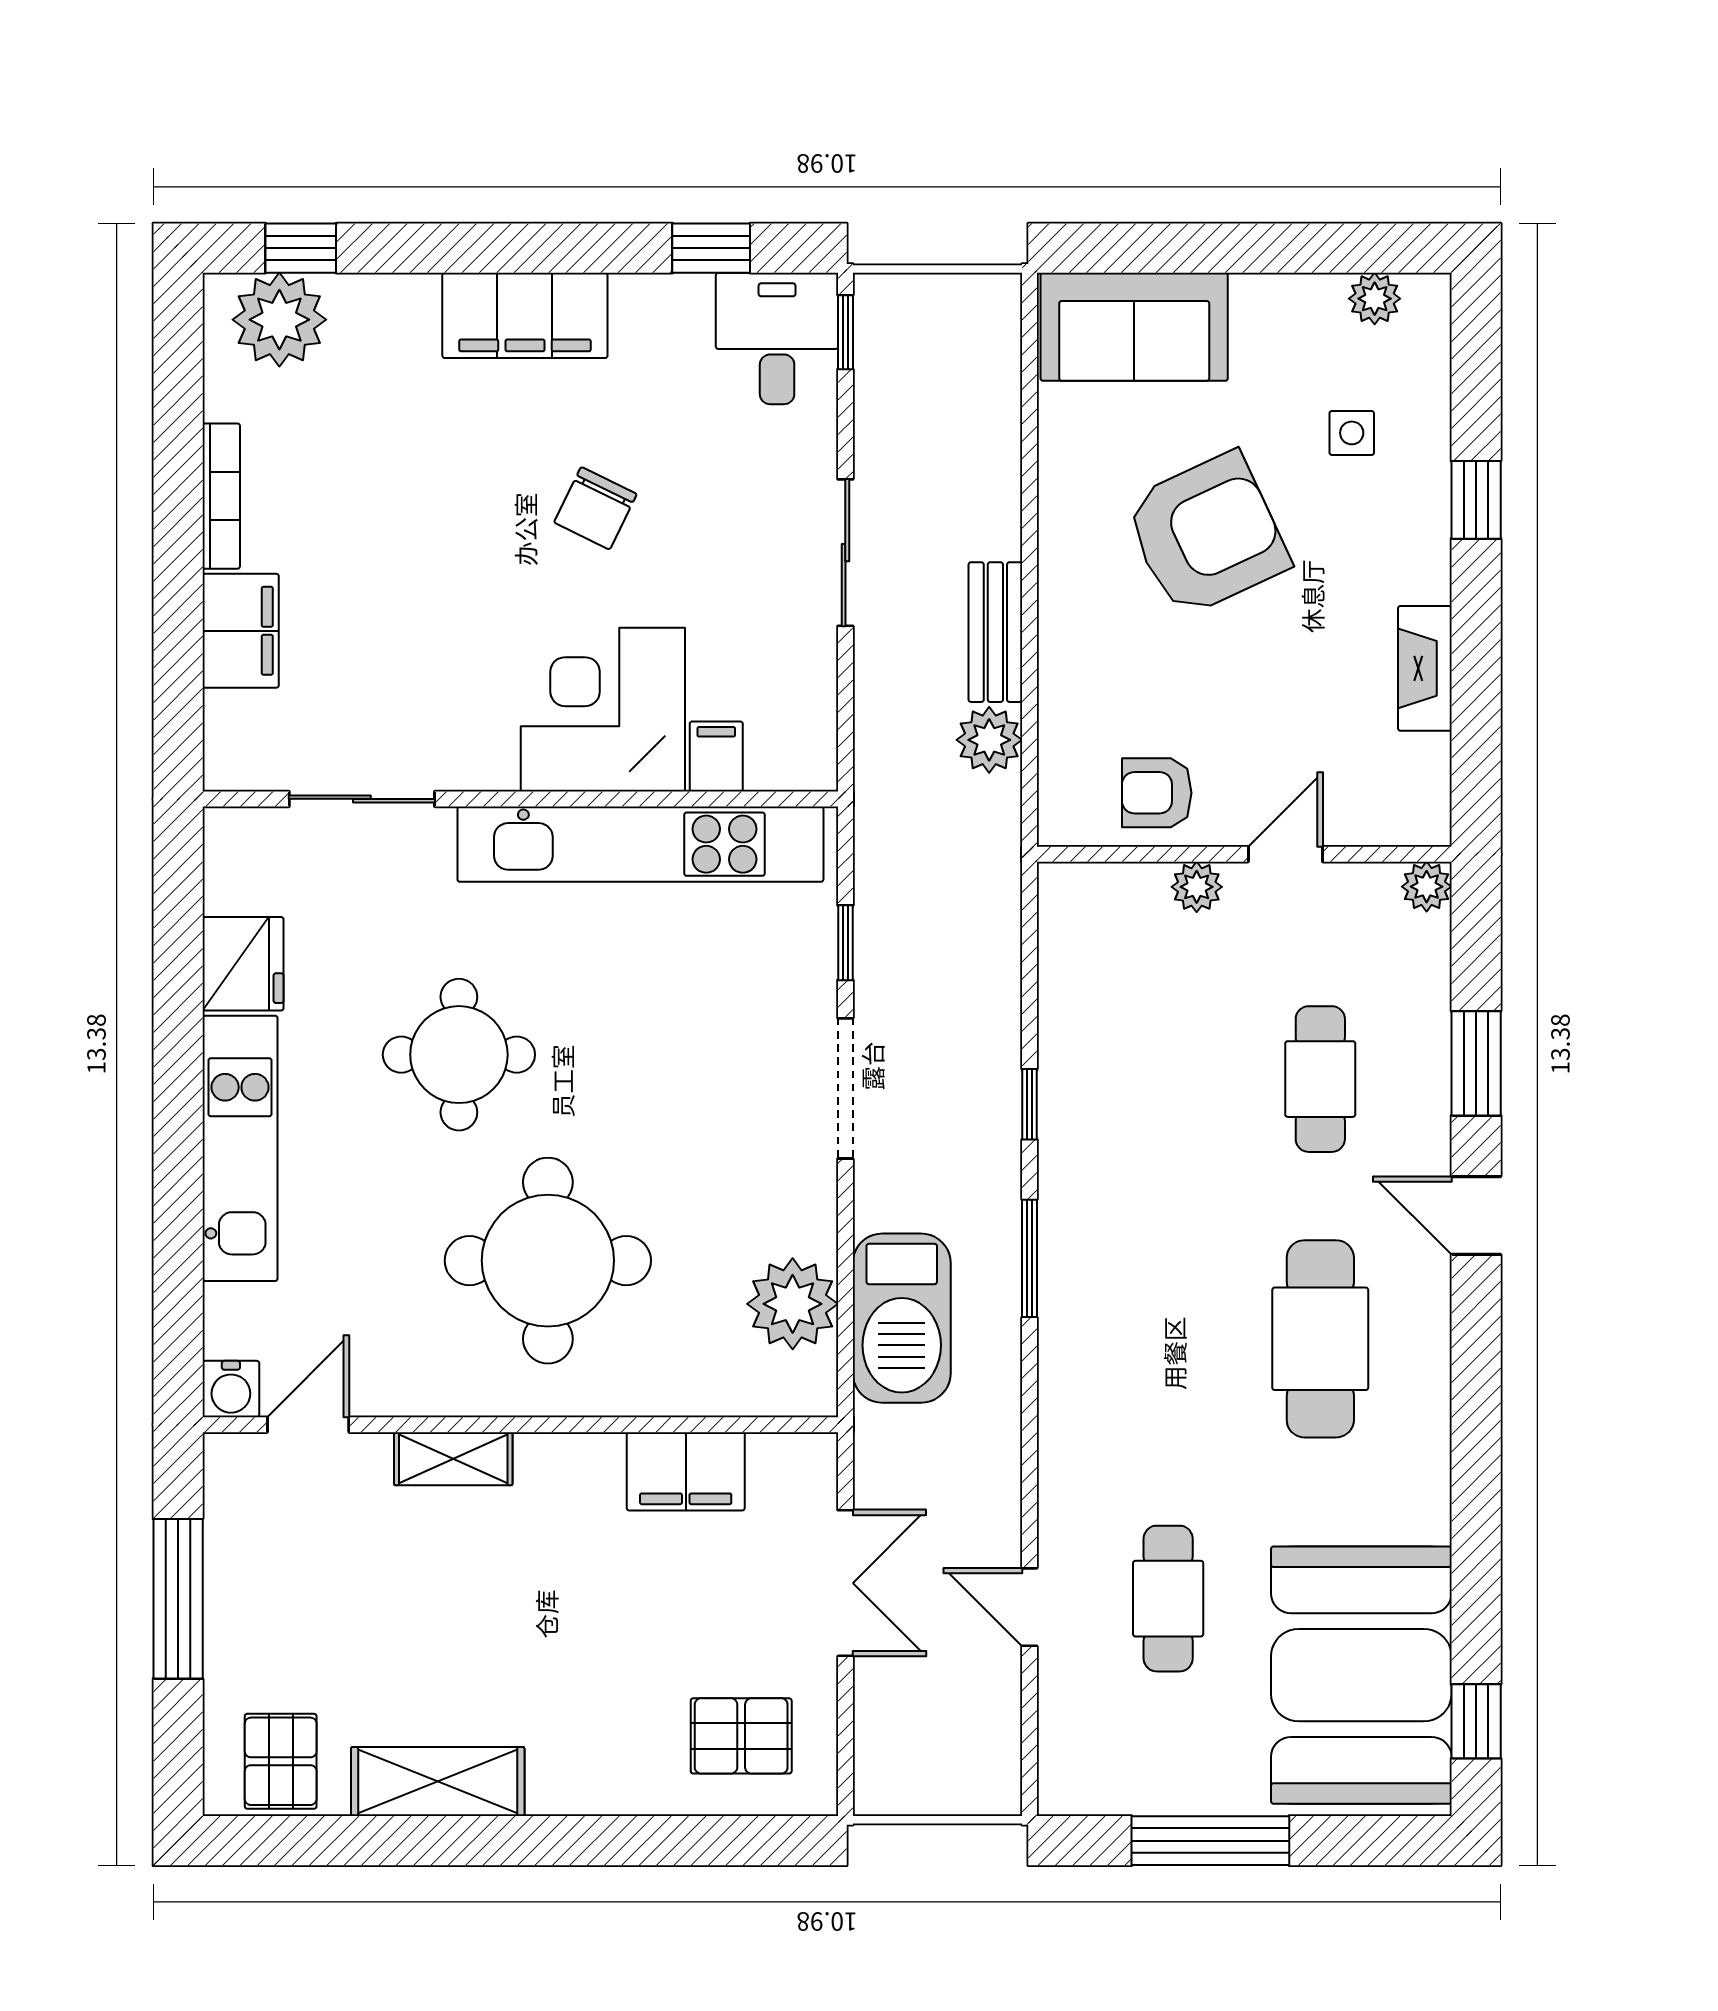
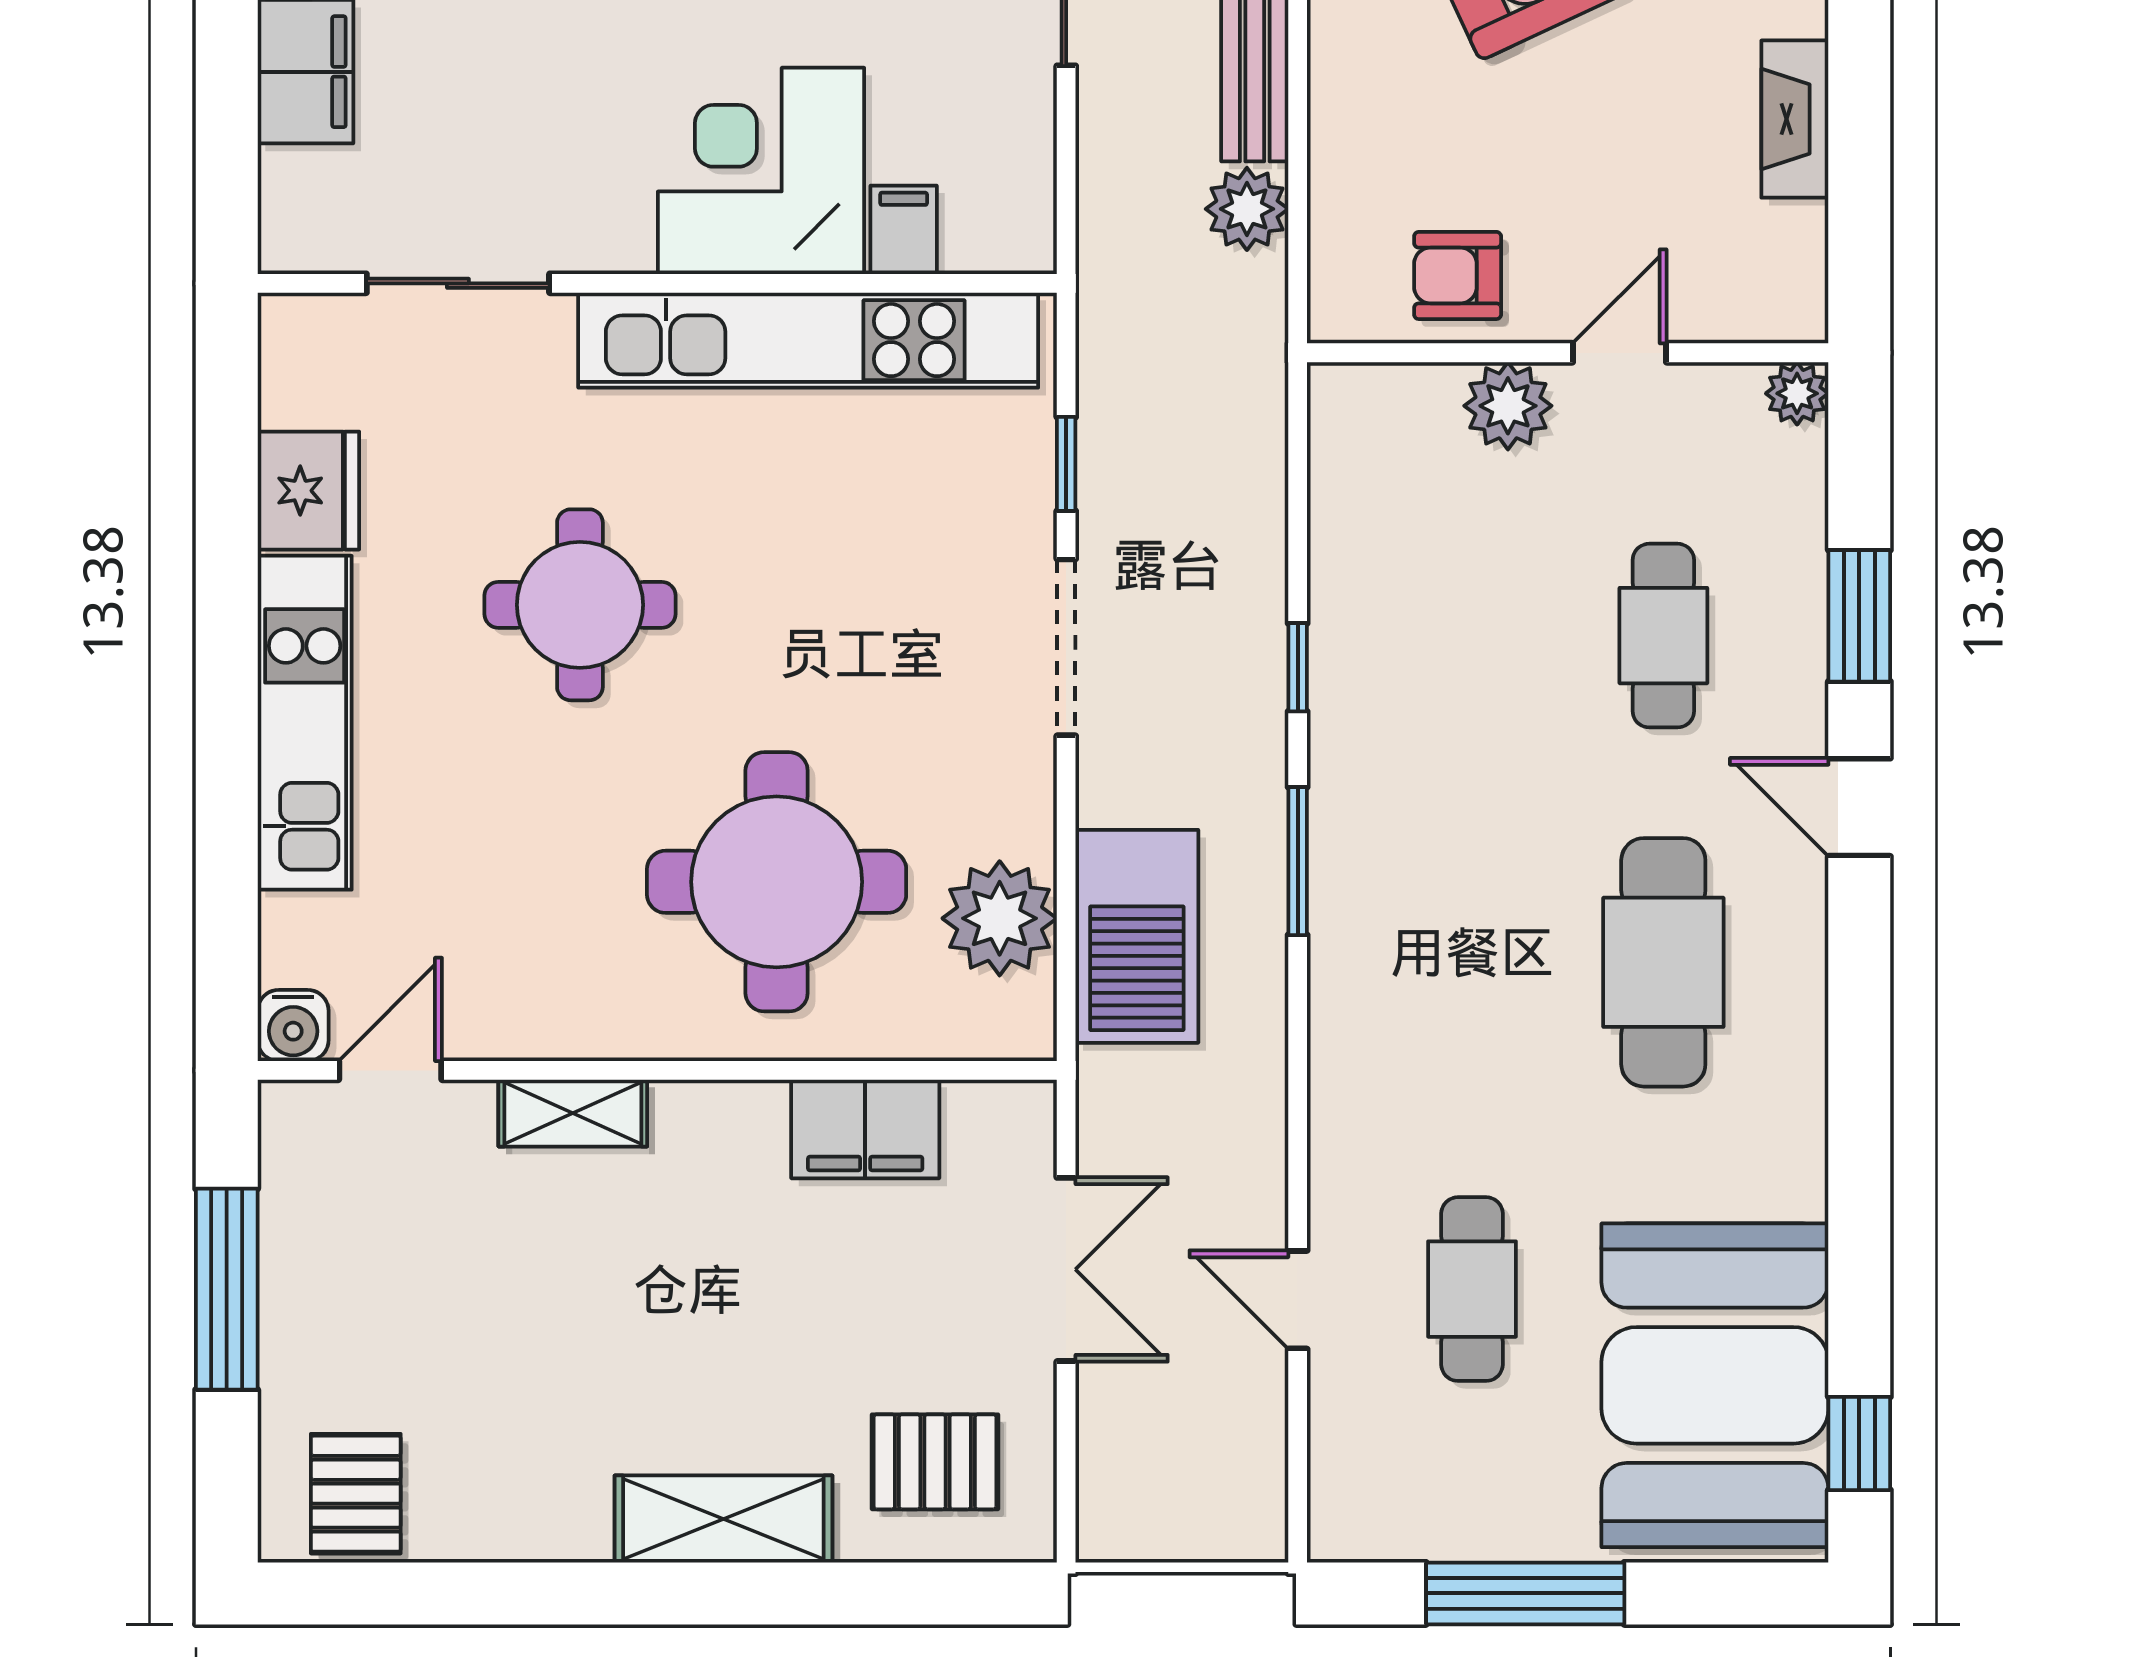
plant: (1197, 887) -> (1508, 406), width x1.38, depth x1.38
round table: (548, 1261) -> (777, 882), moved
shelving: (438, 1781) -> (723, 1519), moved

